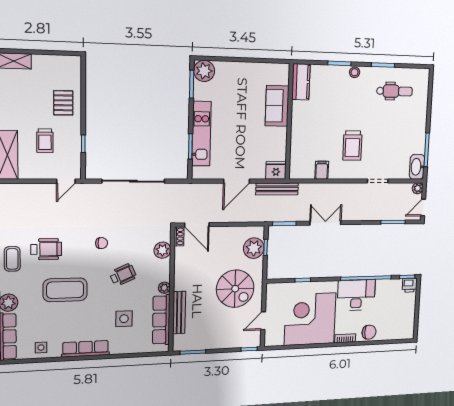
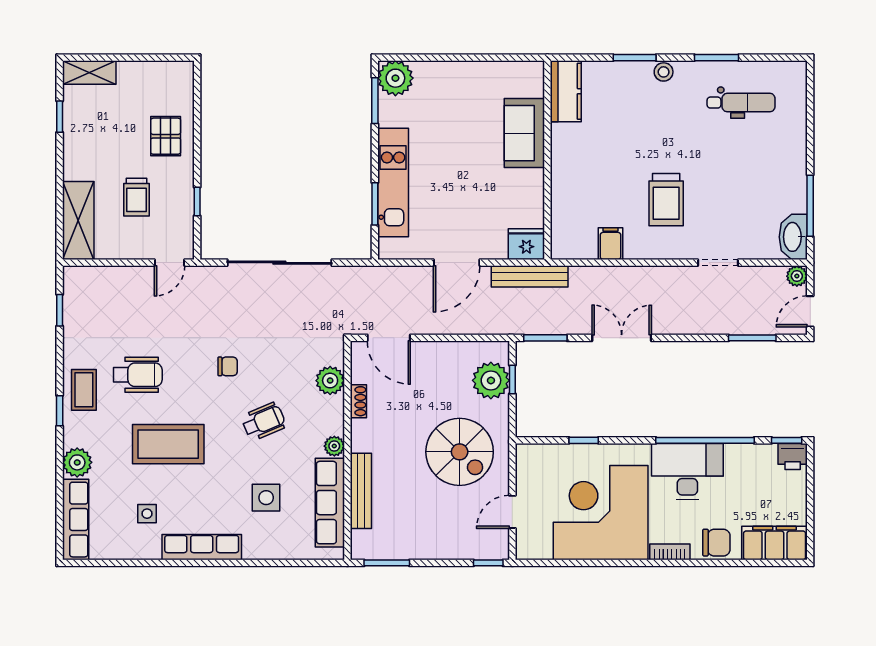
shoe rack: (179, 236) -> (358, 401), moved
filing cabinet: (398, 331) -> (775, 543), added
side table: (41, 347) -> (147, 514), moved

